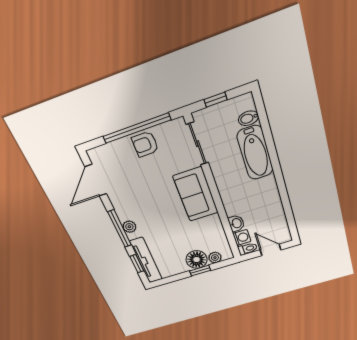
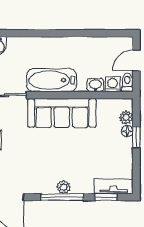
bathtub: (255, 153) -> (52, 80), moved, turned 180
sofa: (196, 194) -> (62, 113), width x1.36
tv unit: (146, 260) -> (114, 186), width x0.71
floor lamp: (197, 260) -> (127, 131), width x0.53, depth x0.53

